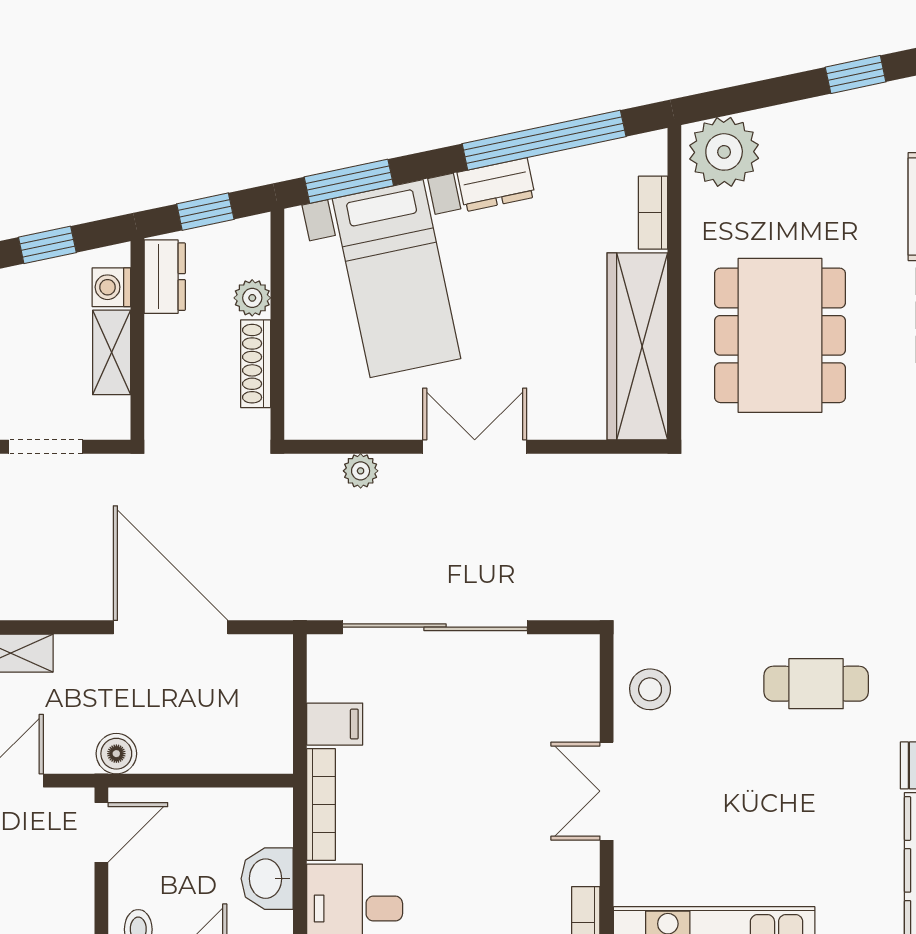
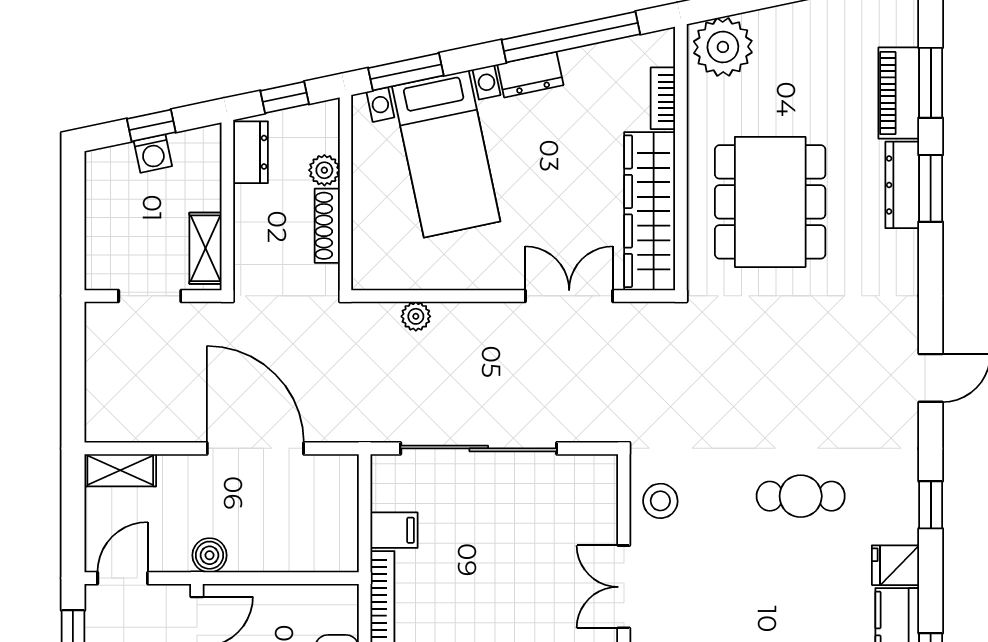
washing machine: (111, 287) -> (153, 153), moved, turned -102
shelving: (112, 352) -> (206, 248), moved
double door: (475, 447) -> (569, 296), moved

